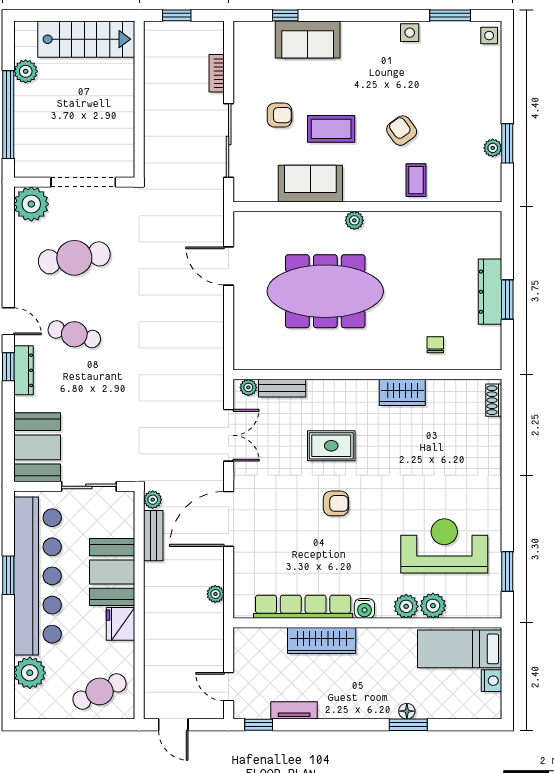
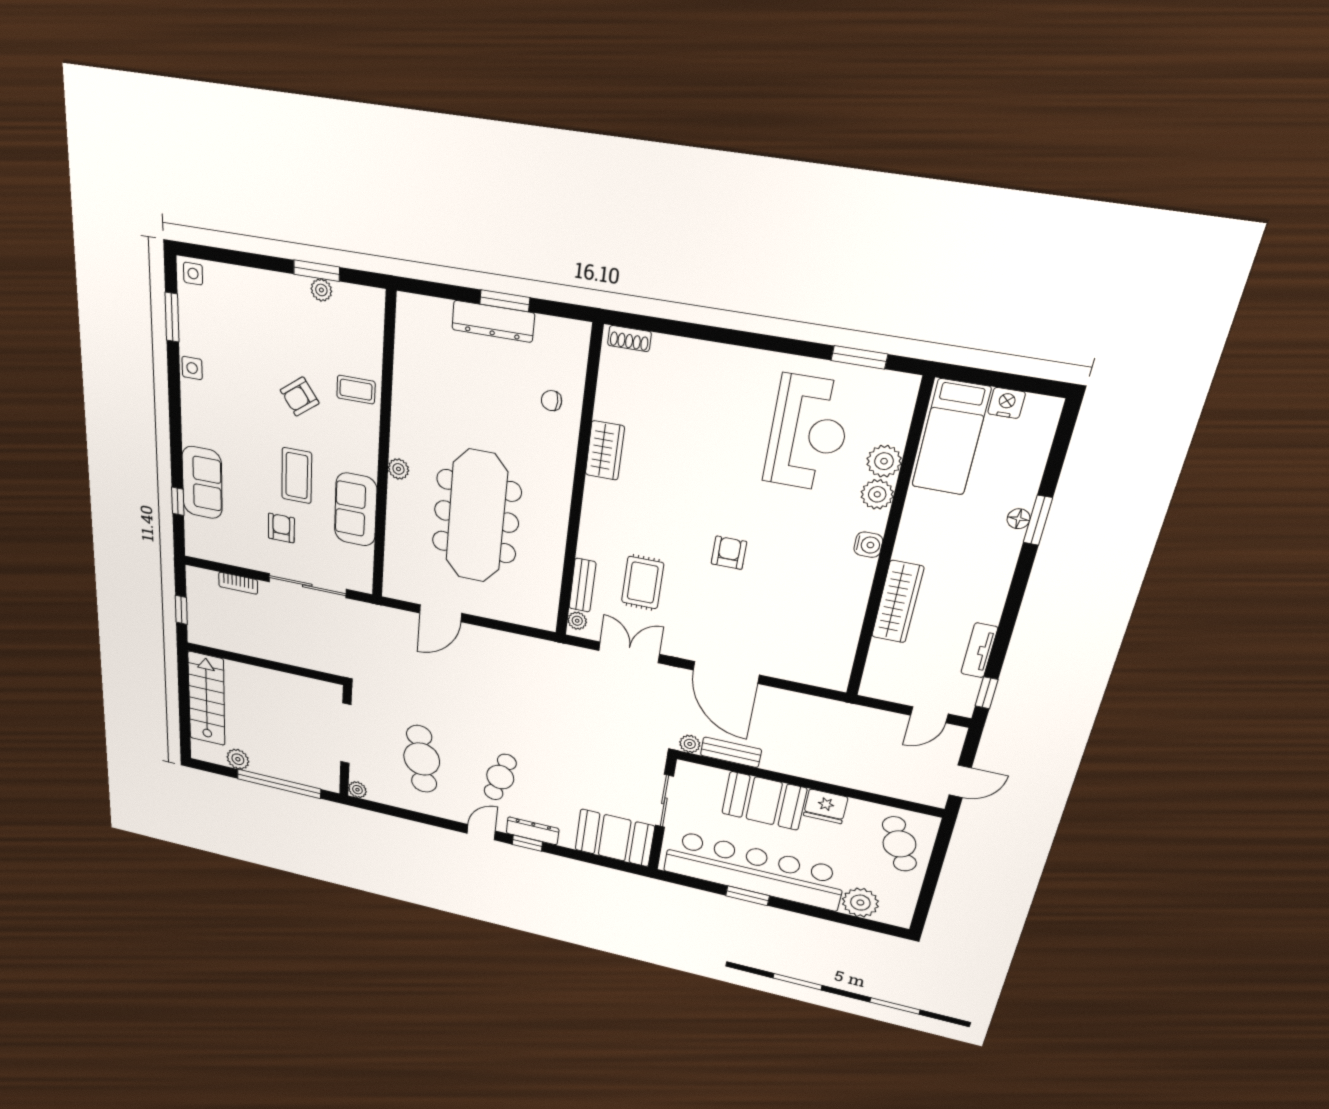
plant: (31, 204) -> (357, 790), width x0.53, depth x0.53
rug: (331, 446) -> (643, 583), moved
reception desk: (444, 546) -> (808, 433), turned 180
plant: (215, 594) -> (812, 705), removed
row of seats: (303, 607) -> (850, 614), removed

